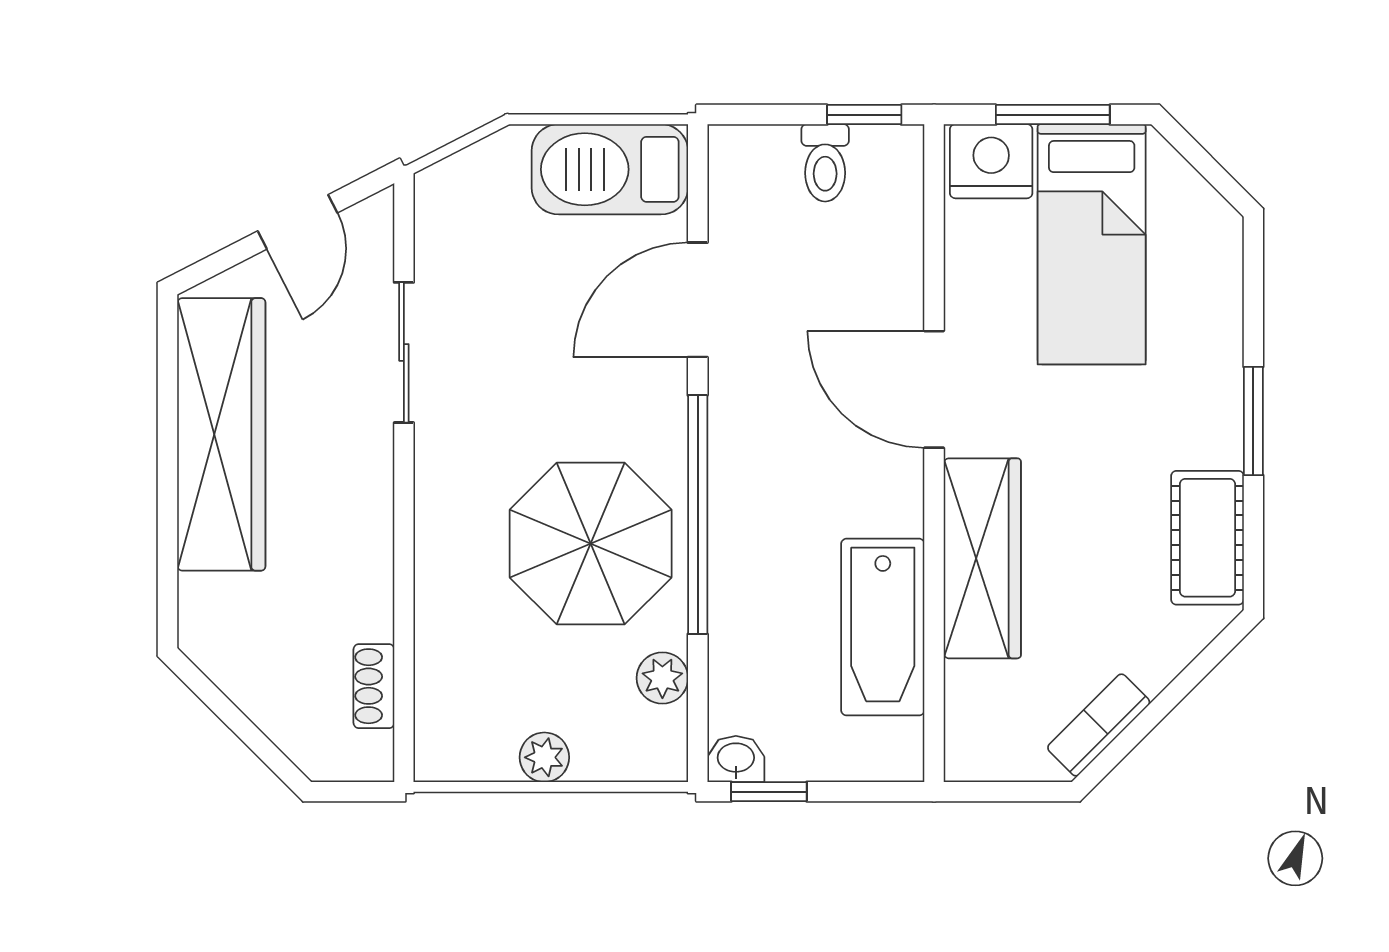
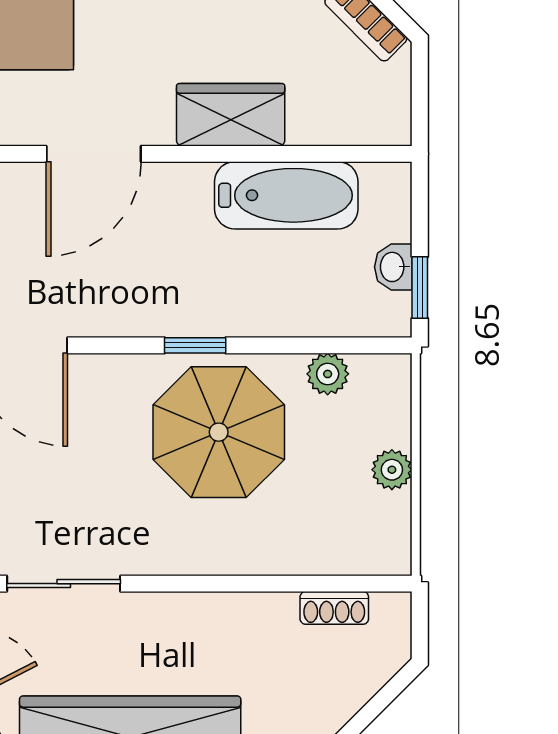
window: (698, 515) -> (195, 345), width x0.32
wardrobe: (982, 558) -> (231, 115), width x0.67
washbasin: (736, 759) -> (393, 267), moved

